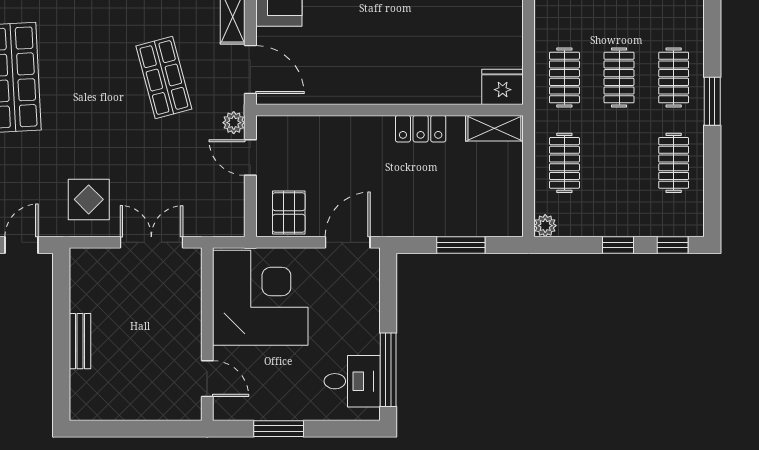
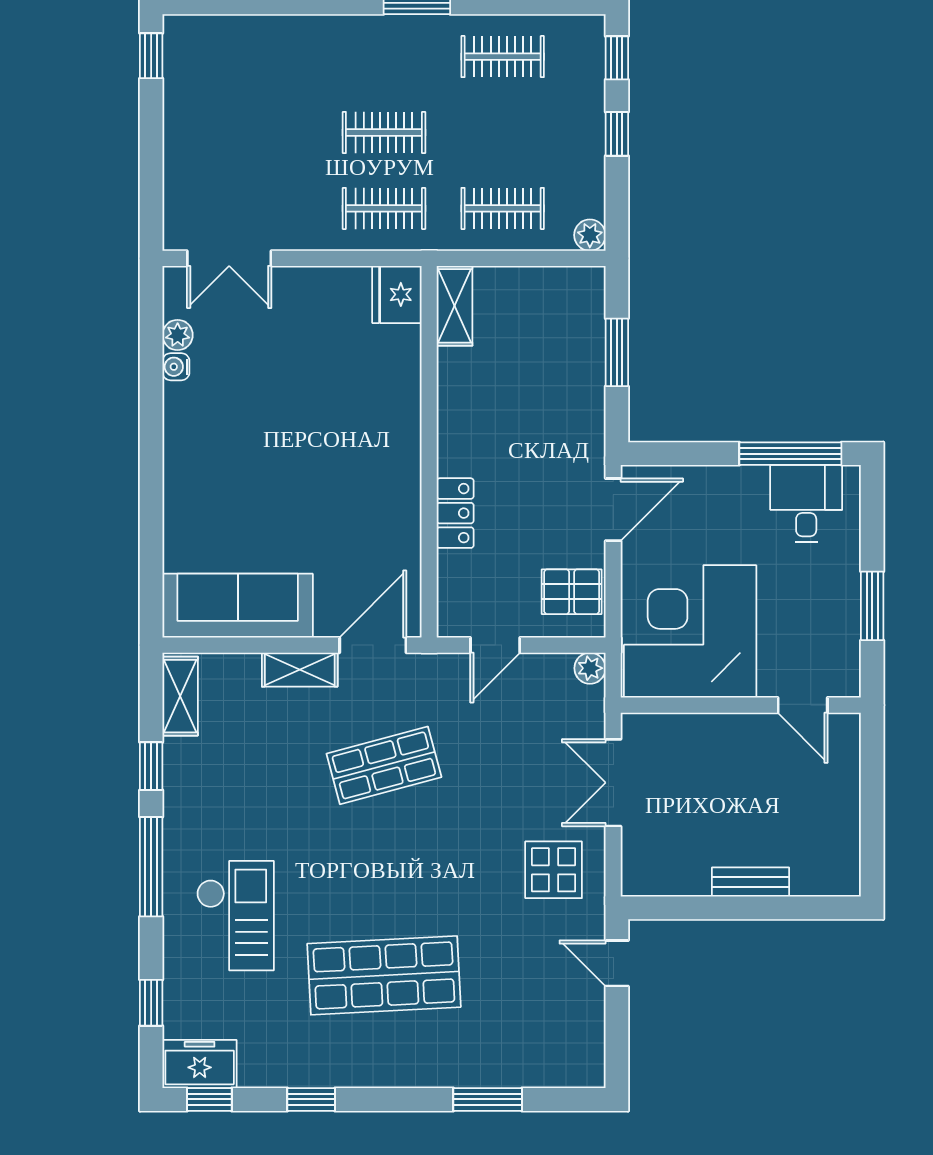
clothes rail: (674, 78) -> (384, 57), removed
plant: (234, 123) -> (590, 668), moved
locker: (421, 129) -> (455, 513), moved
door: (348, 242) -> (613, 510), swing flipped
door: (207, 379) -> (803, 705), swing flipped

